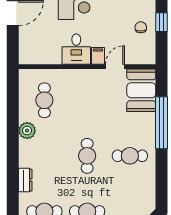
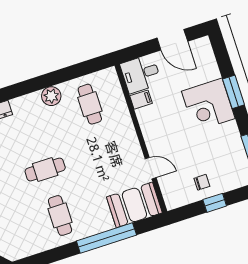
desk: (76, 49) -> (141, 74), moved
filing cabinet: (98, 56) -> (141, 100), moved
cafe table: (44, 100) -> (90, 104), turned 90

